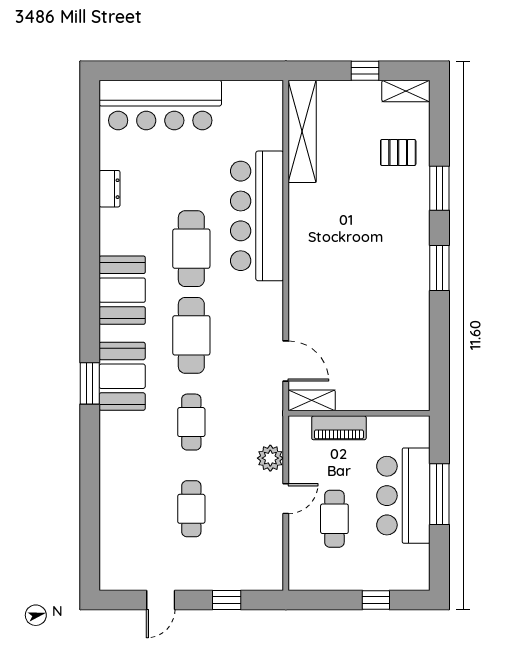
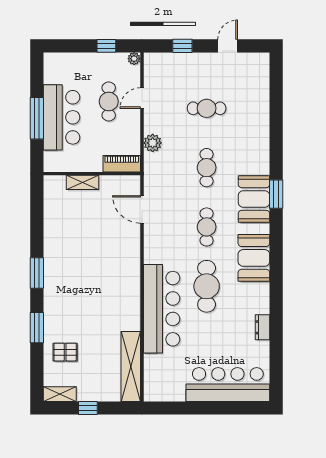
cafe table: (191, 335) -> (207, 227), width x0.73, depth x0.74
shelving: (312, 400) -> (82, 182), moved
piano: (339, 428) -> (122, 164), moved
door: (286, 499) -> (142, 98), moved
cafe table: (191, 509) -> (207, 108), turned 90
plant: (297, 581) -> (134, 59), added
window: (376, 600) -> (106, 46), moved

